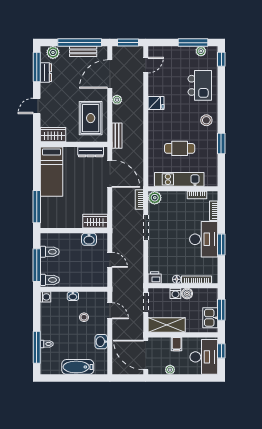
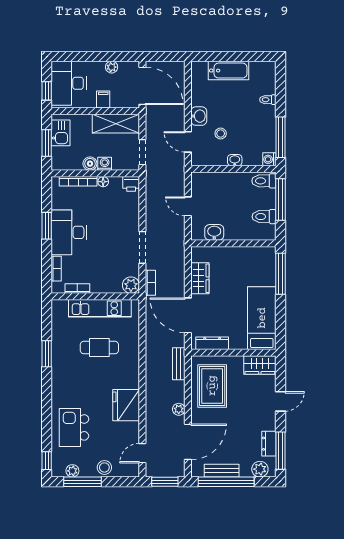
fridge: (156, 103) -> (126, 405), width x1.88, depth x1.34
stool: (206, 120) -> (104, 467), moved
wardrobe: (95, 221) -> (200, 278), moved, turned -90
washbasin: (101, 342) -> (199, 116), moved
window: (37, 347) -> (280, 137), moved

